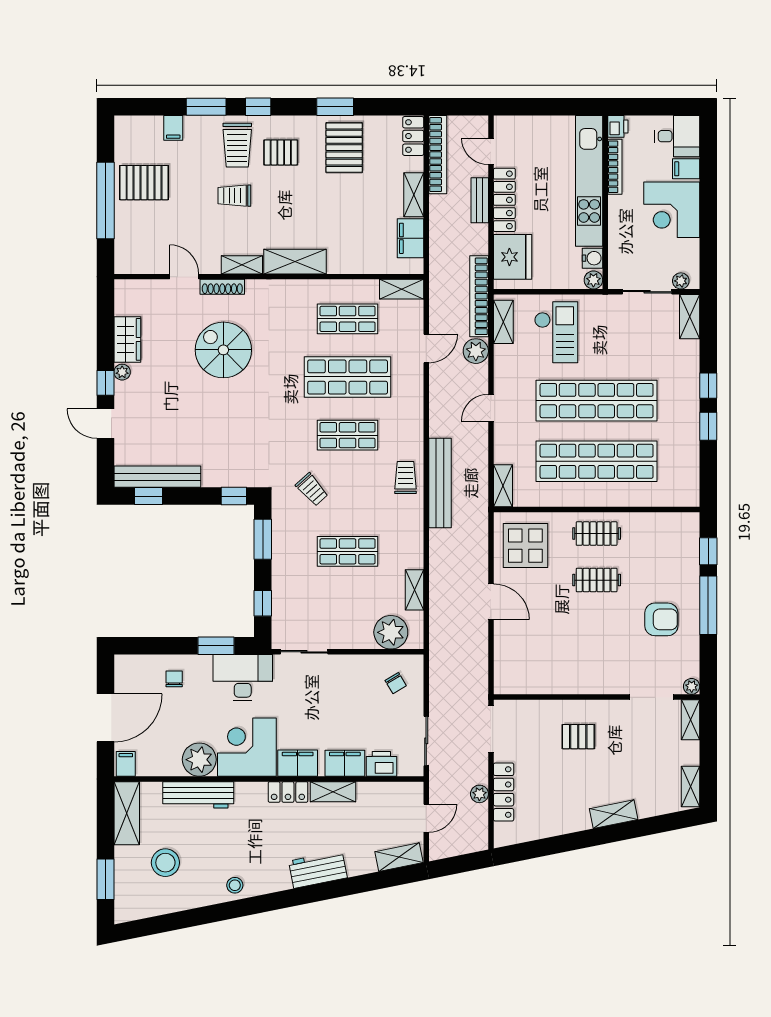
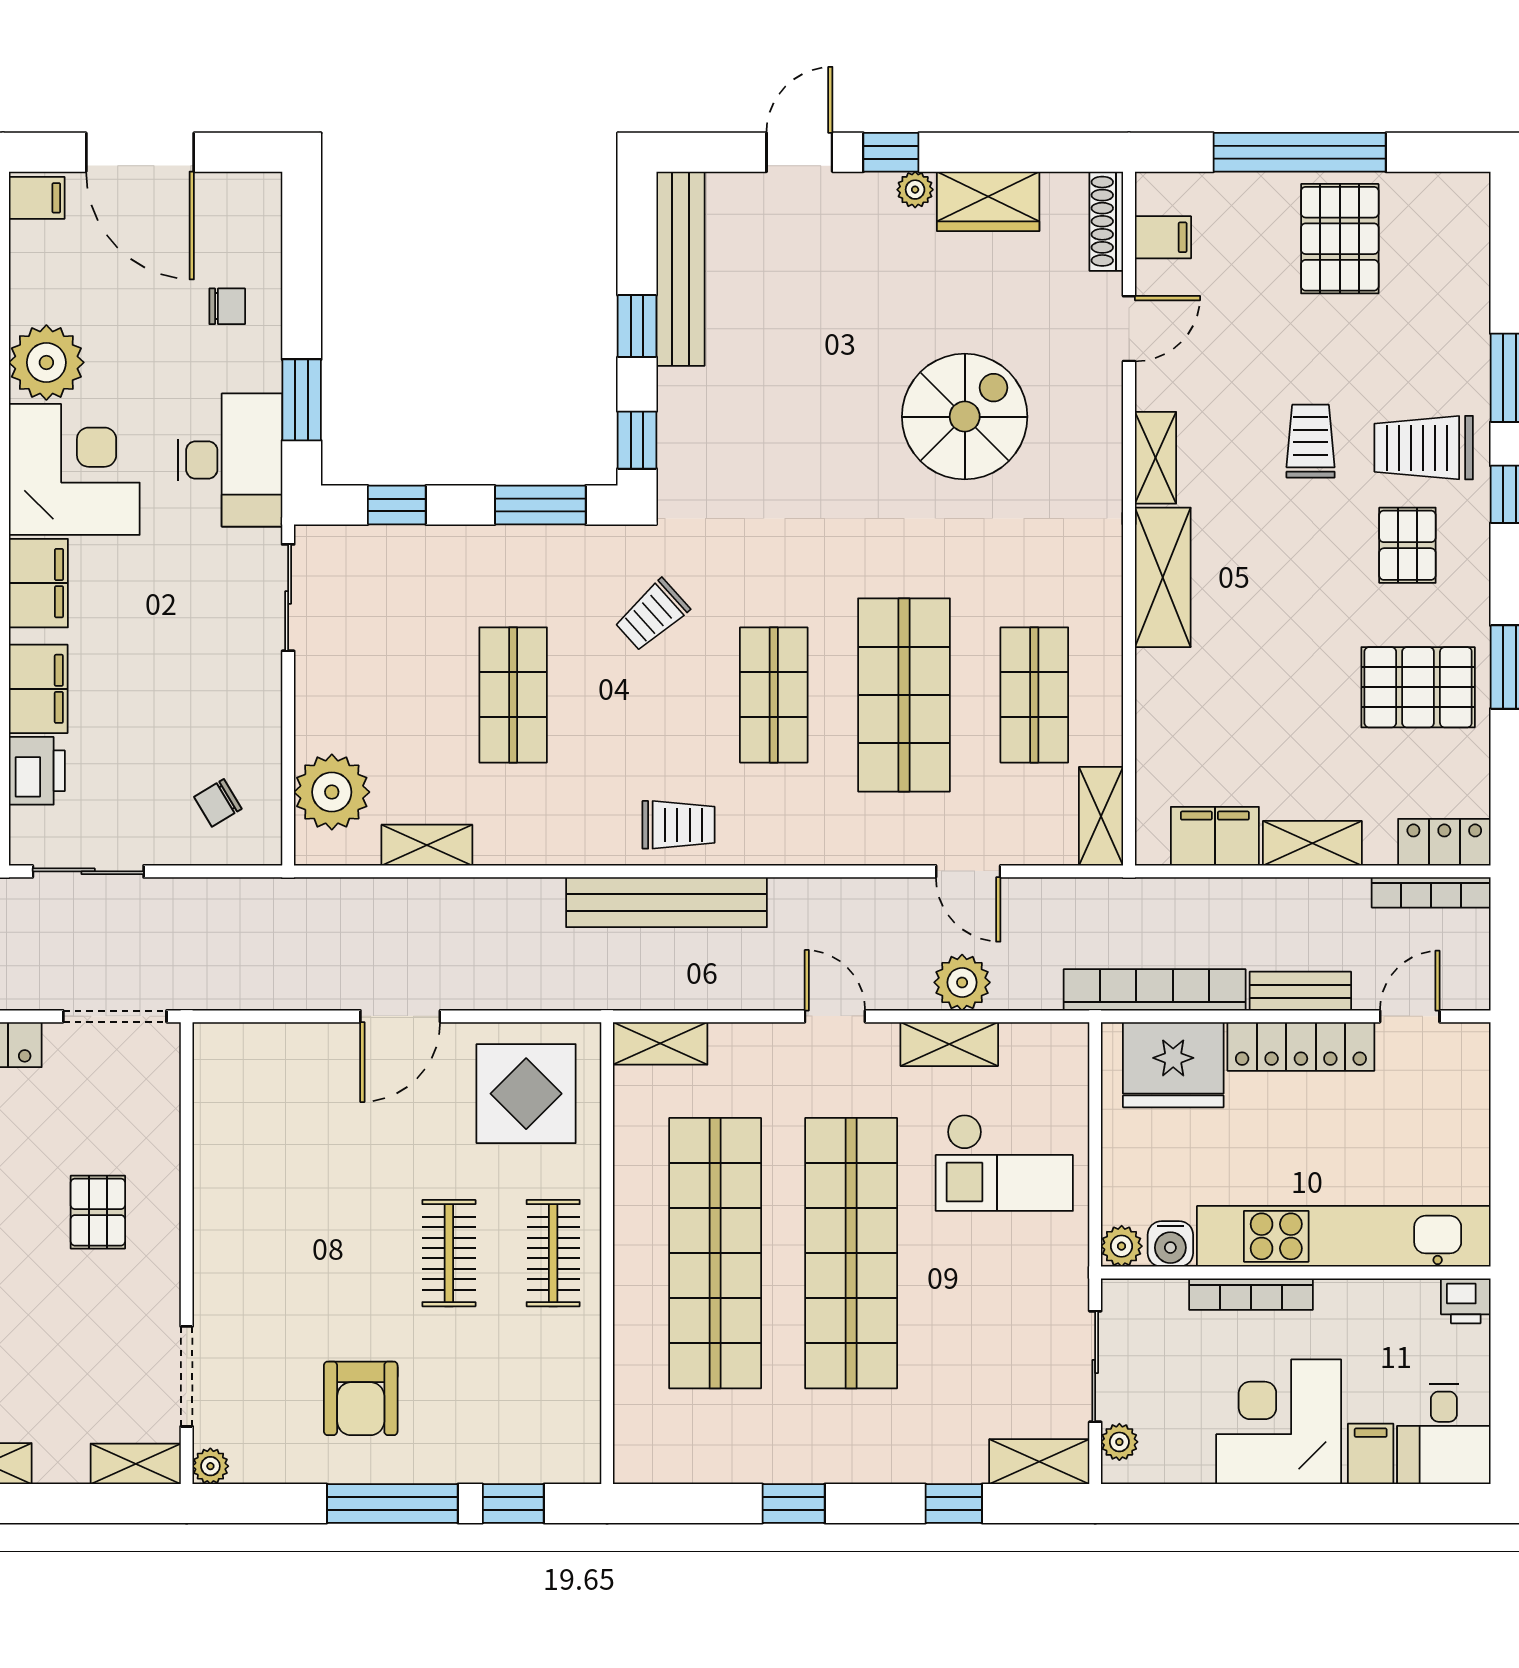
filing cabinet: (173, 128) -> (1163, 237), moved, turned 180
bookcase: (438, 155) -> (1431, 892), width x0.68, depth x0.76
bookcase: (615, 167) -> (1251, 1294), moved
shoe rack: (222, 287) -> (1106, 221), moved
bookcase: (479, 296) -> (1155, 990), moved
shelving: (503, 322) -> (949, 1044), moved
window: (708, 386) -> (954, 1503), moved
window: (149, 496) -> (637, 326), moved

